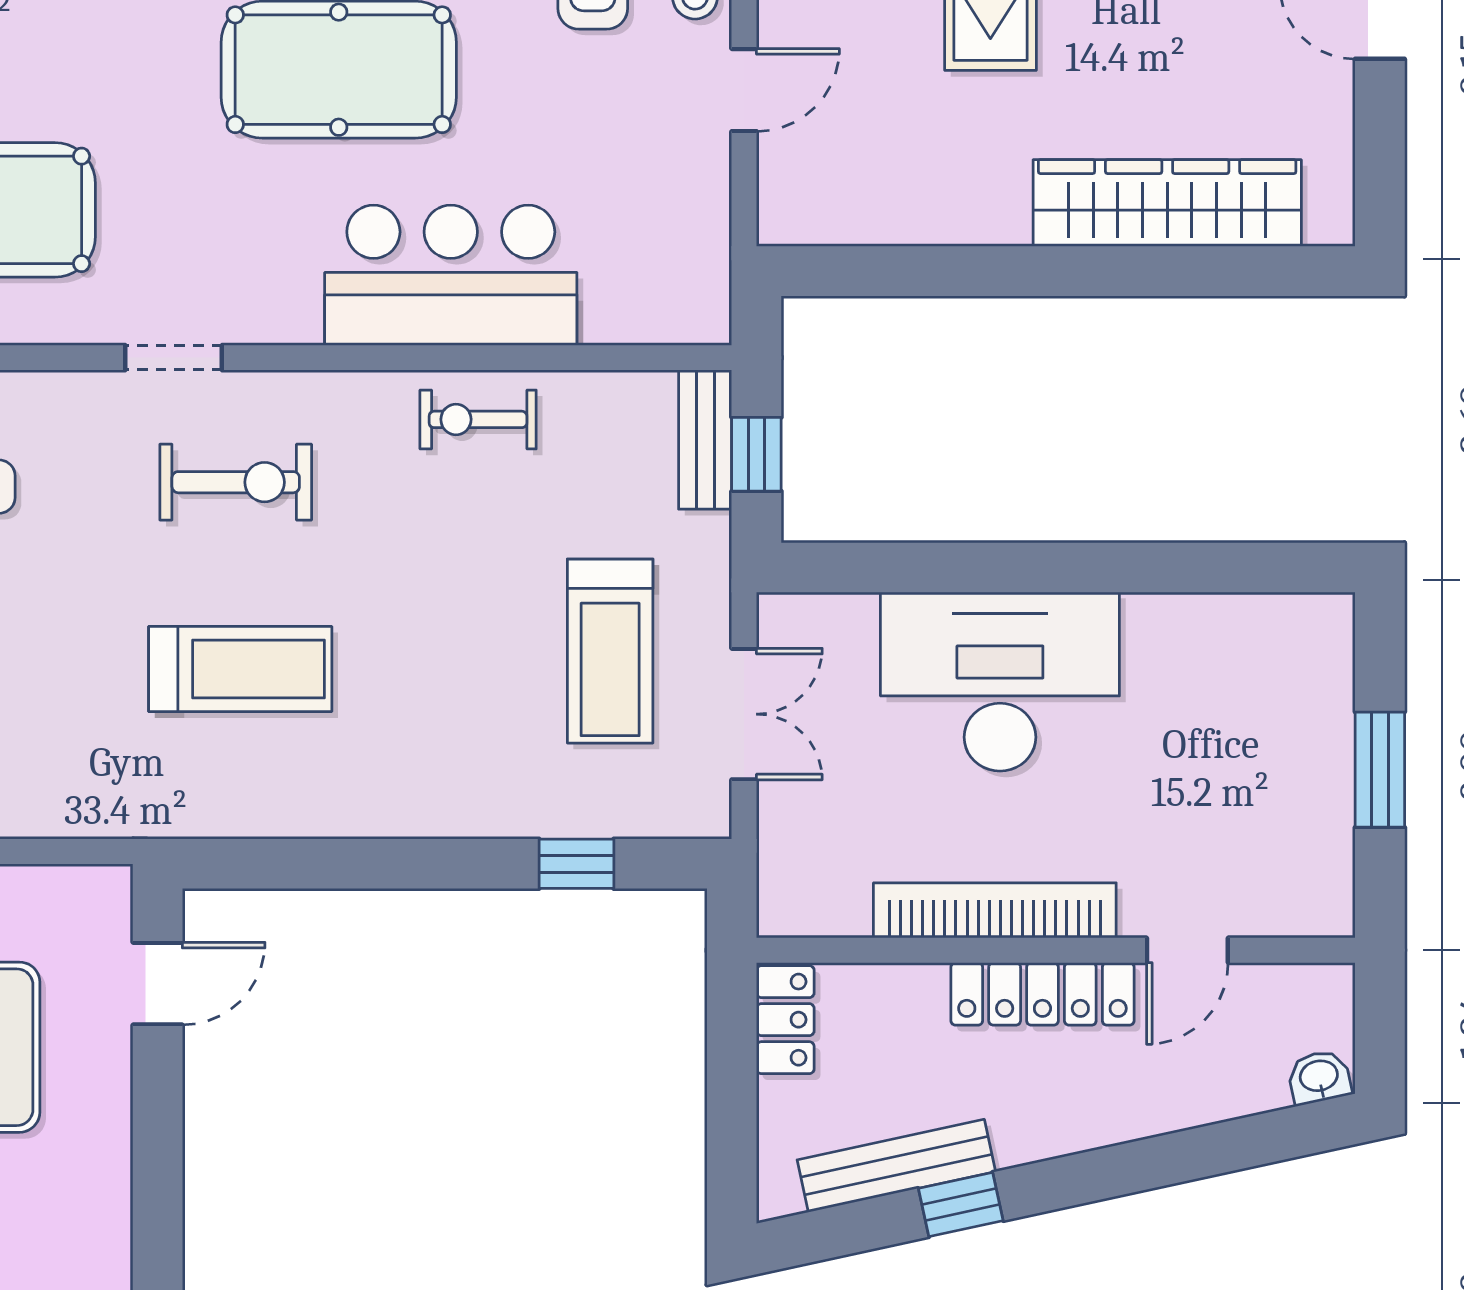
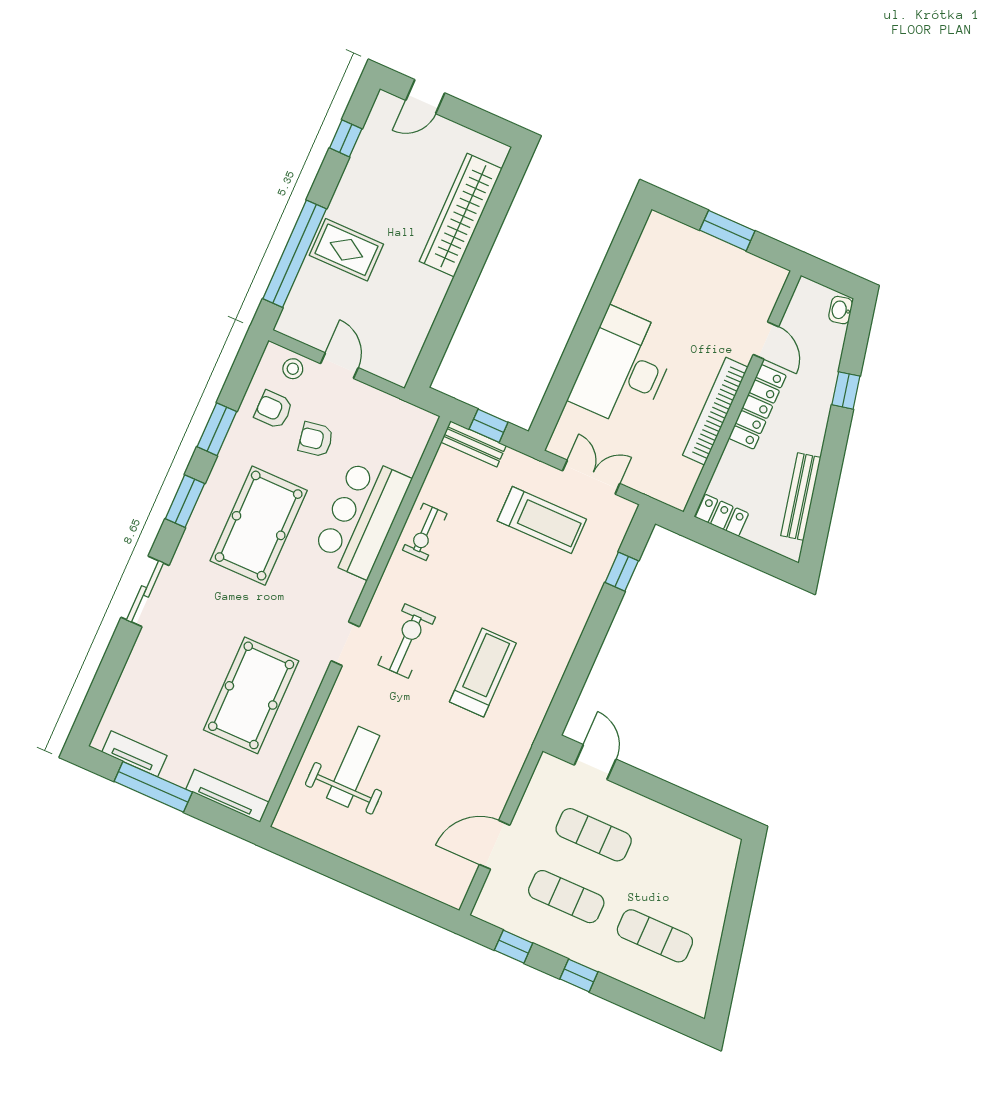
armchair: (570, 109) -> (316, 439), added
window: (961, 1204) -> (846, 390), moved

